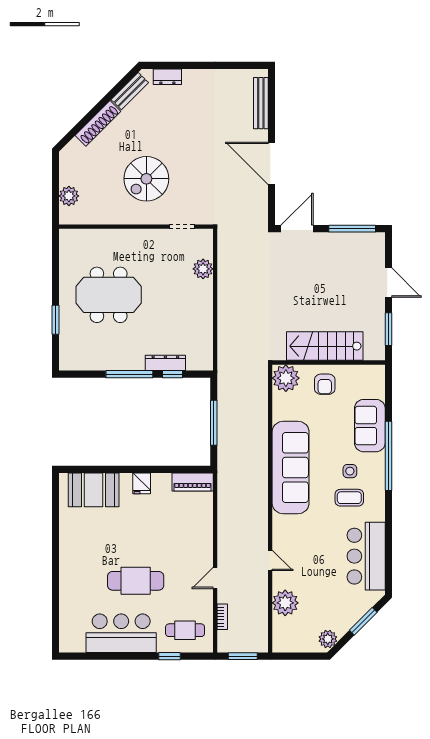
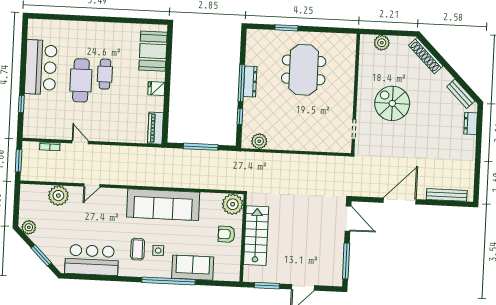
shoe rack: (98, 123) -> (426, 56), moved
plant: (203, 269) -> (259, 141), moved
dresser: (165, 363) -> (250, 82), moved
cafe table: (185, 630) -> (105, 74), moved

